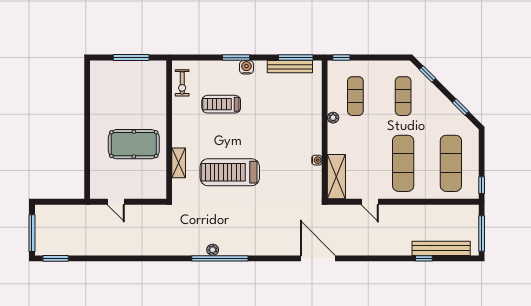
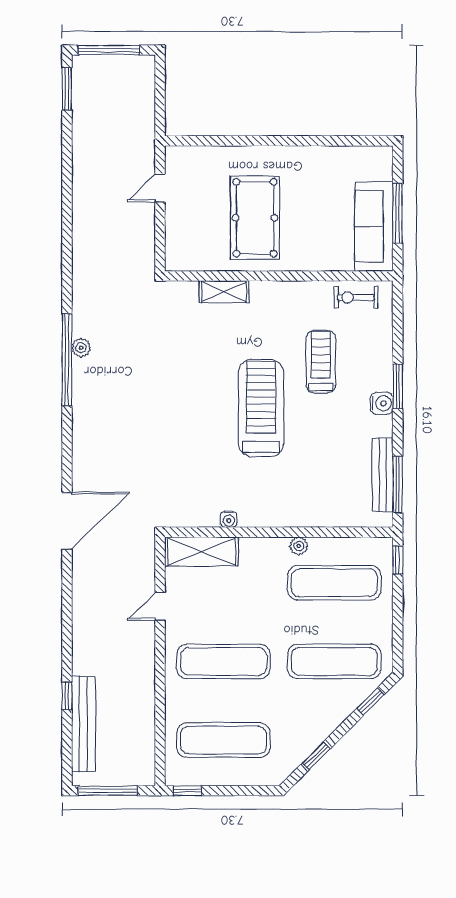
sofa: (139, 72) -> (374, 226), added
exercise mat: (355, 96) -> (334, 583), width x1.36, depth x1.45
exercise mat: (403, 96) -> (334, 661), width x1.36, depth x1.45
treadmill: (230, 172) -> (261, 408), moved

